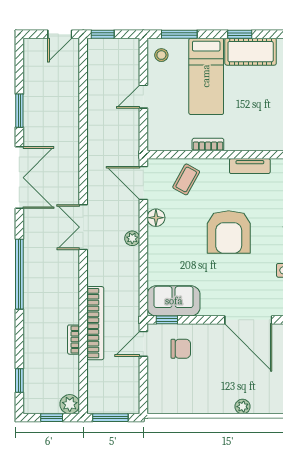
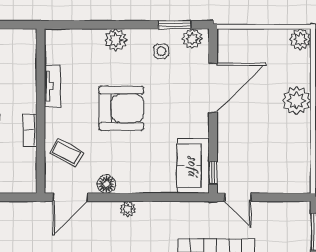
chair: (181, 349) -> (243, 158), removed
plant: (243, 407) -> (296, 101), width x1.88, depth x1.88

